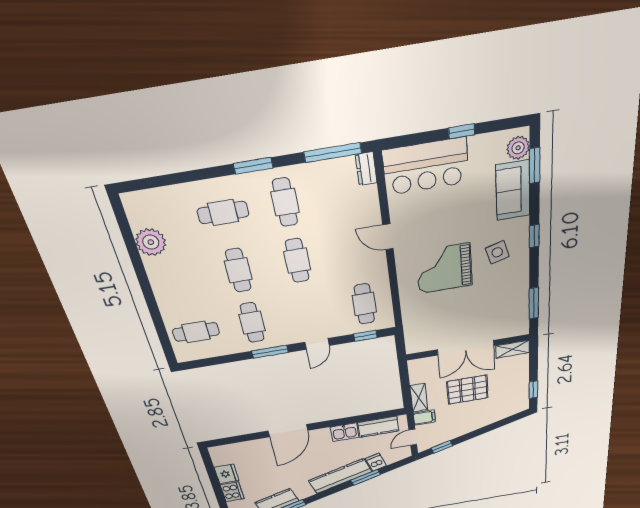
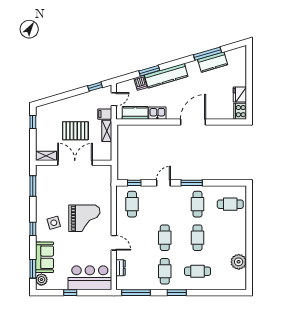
dresser: (366, 169) -> (121, 268), moved
cooker: (232, 492) -> (240, 111), moved

